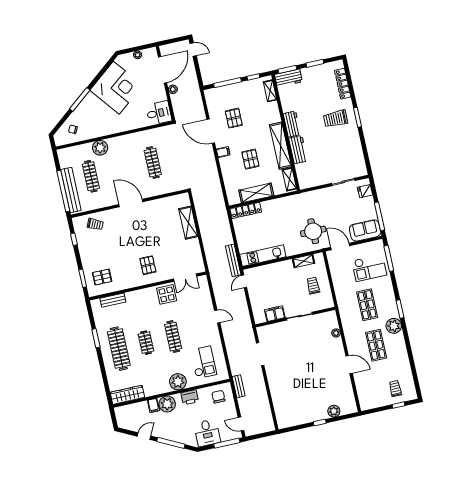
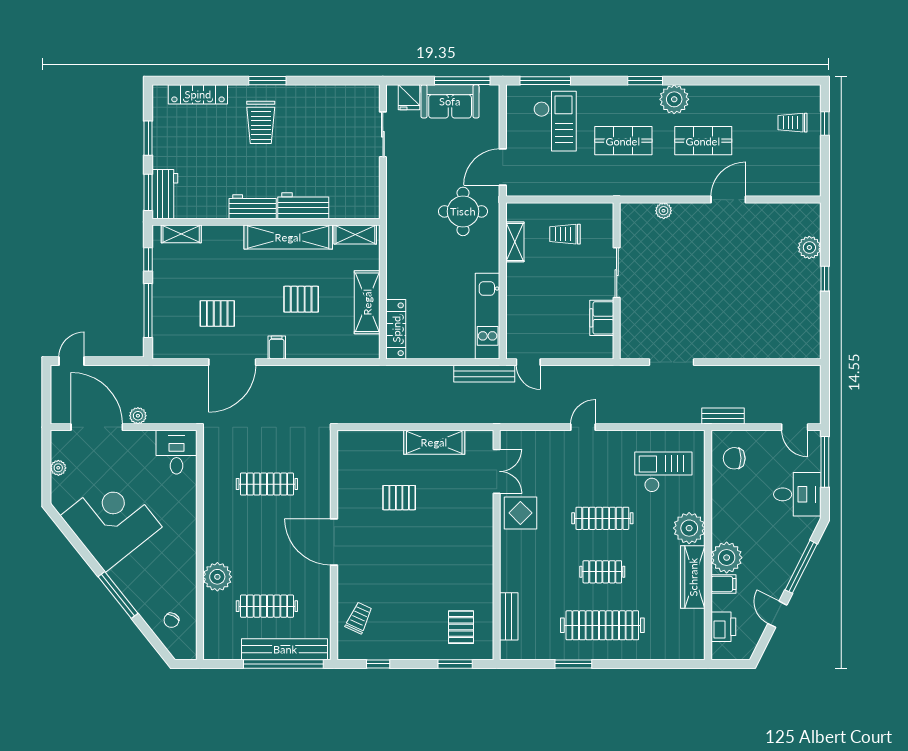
door: (131, 203) -> (334, 542), hinge flipped
shelving: (188, 223) -> (434, 442), moved
sofa: (365, 230) -> (450, 101), moved, turned -90
pallet: (148, 265) -> (399, 498), moved
wardrobe: (127, 395) -> (693, 577), moved
printer: (190, 397) -> (723, 627), moved
door: (241, 424) -> (795, 427), hinge flipped

